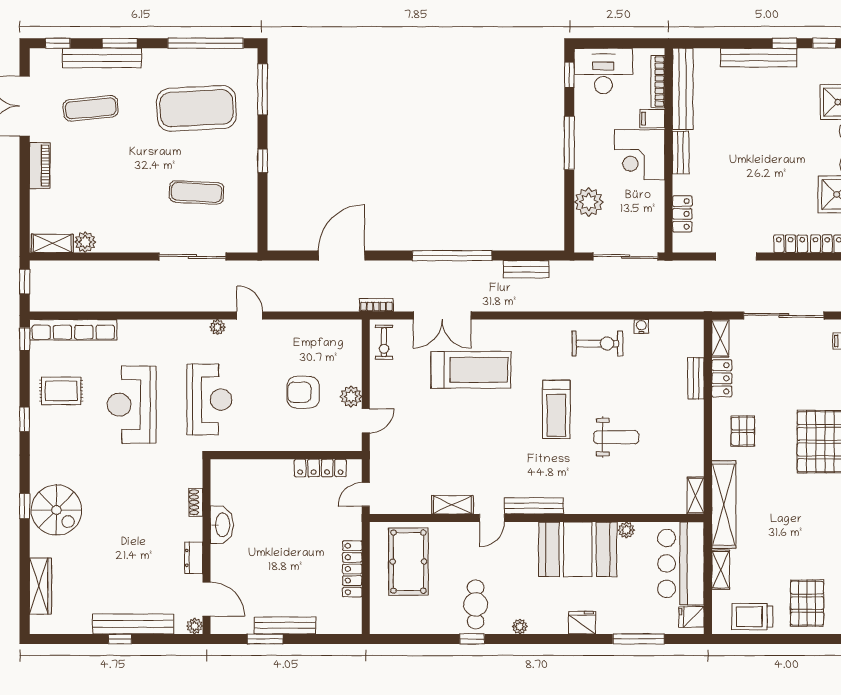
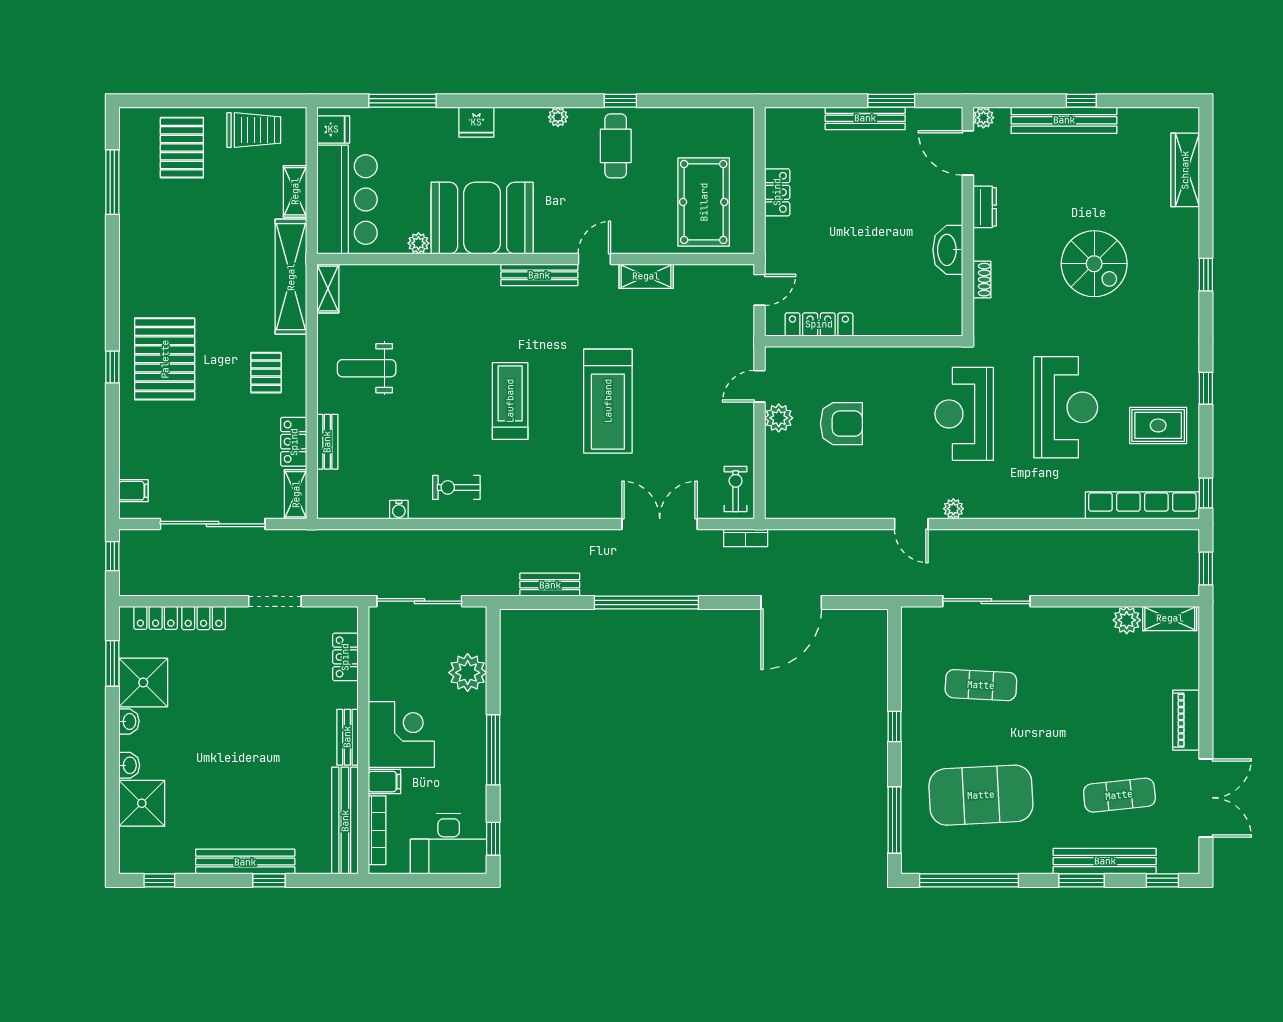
window: (785, 43) -> (269, 880), moved
exercise bike: (597, 343) -> (456, 487), width x0.73, depth x0.72
treadmill: (471, 370) -> (608, 401), moved, turned -90
weight bench: (616, 437) -> (367, 368), moved
spiral stairs: (56, 510) -> (1094, 264), moved, turned 180
locker: (352, 569) -> (777, 192), width x0.66

